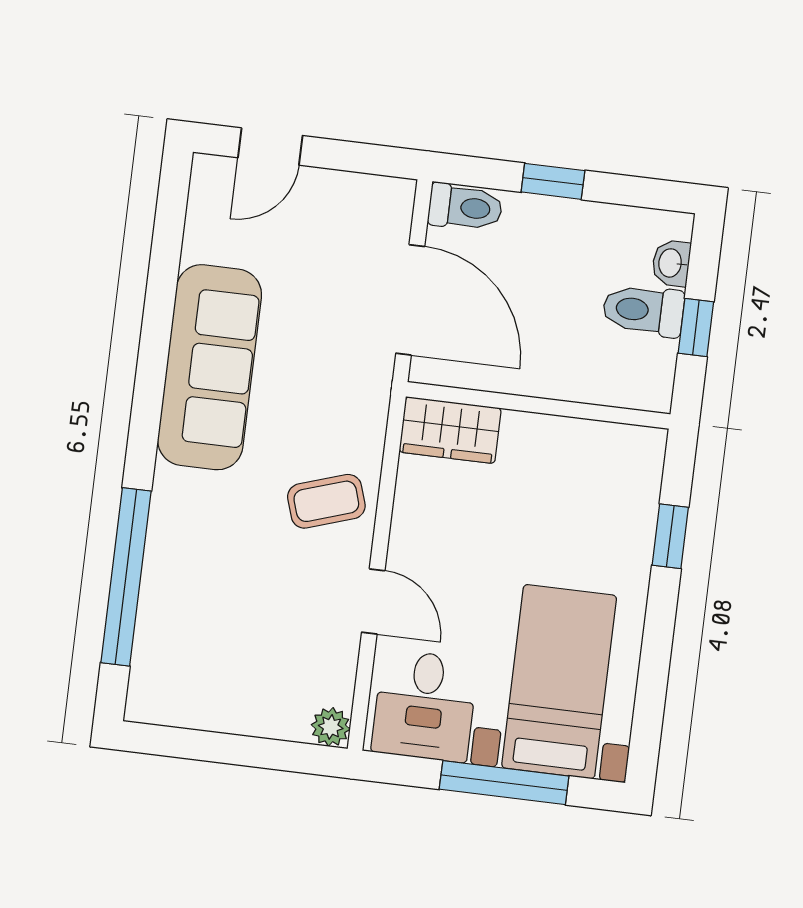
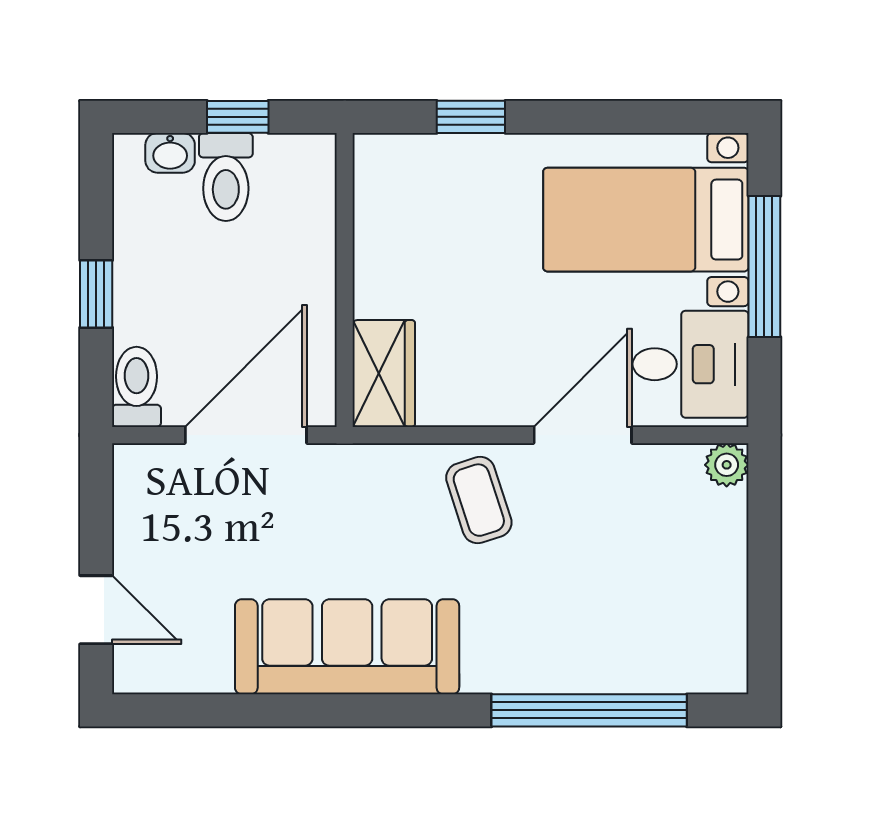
door: (373, 601) -> (583, 435), width x1.38

